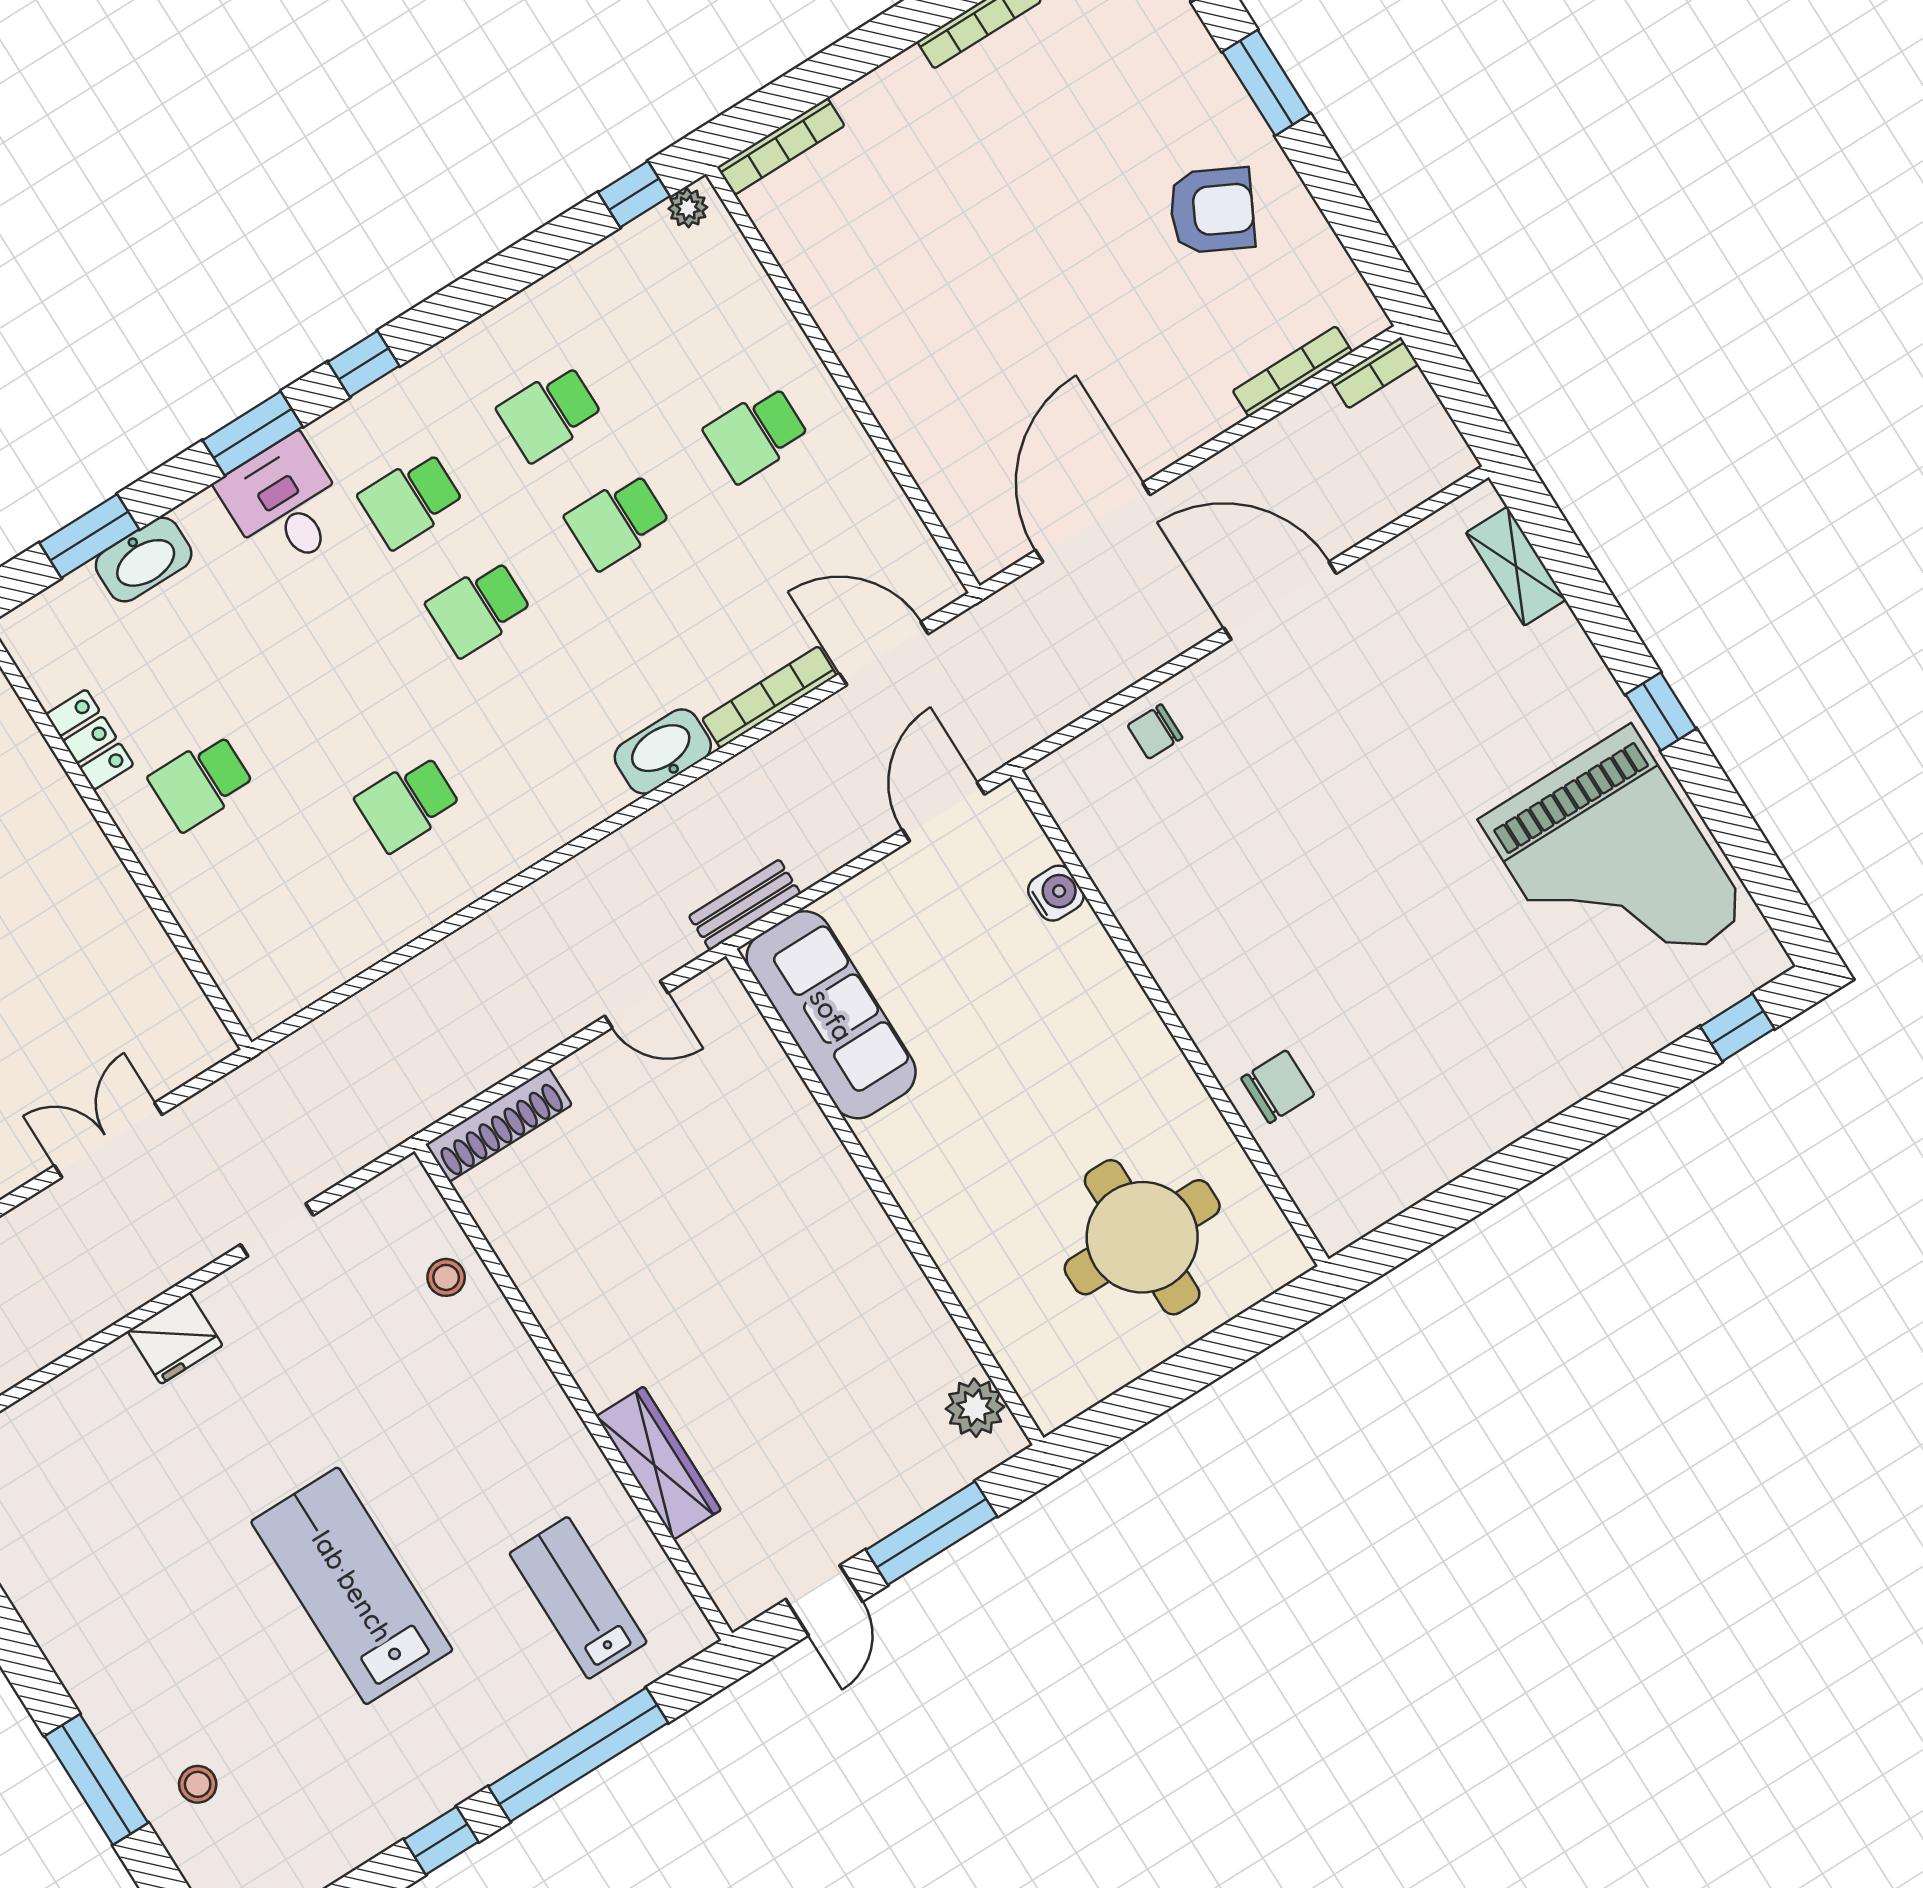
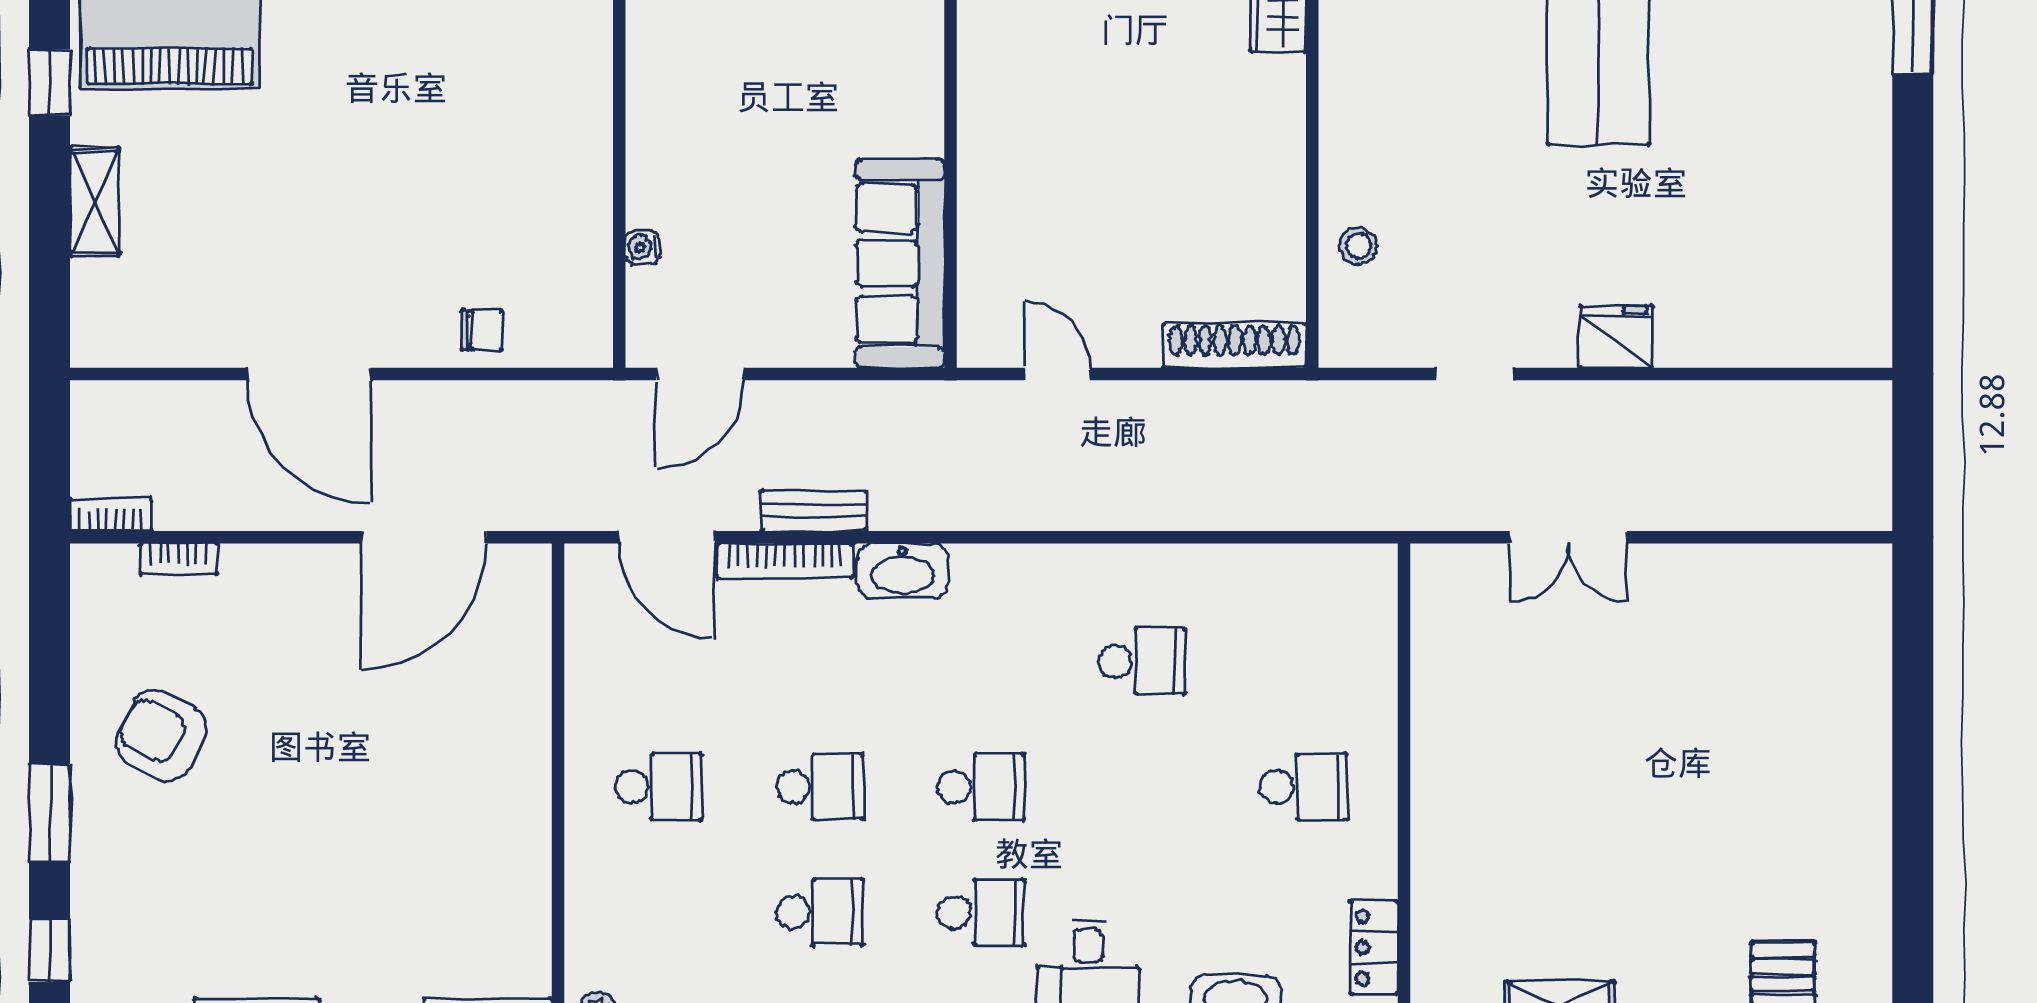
bookcase: (1292, 371) -> (179, 559), width x0.64
shelving: (1516, 566) -> (94, 202), moved
locker: (90, 740) -> (1374, 948), moved
water cooler: (1056, 893) -> (642, 247), width x0.72, depth x0.72
bench: (745, 905) -> (814, 511), moved

